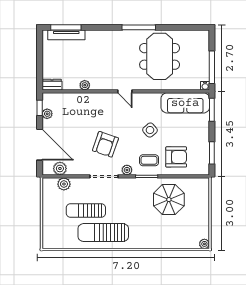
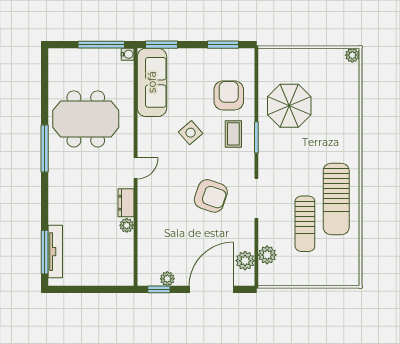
dresser: (52, 85) -> (126, 203), moved
plant: (127, 170) -> (247, 165), removed

